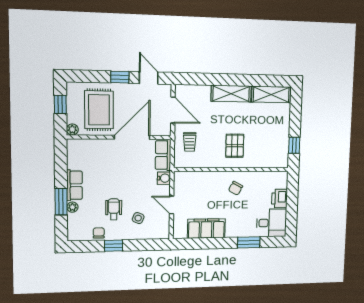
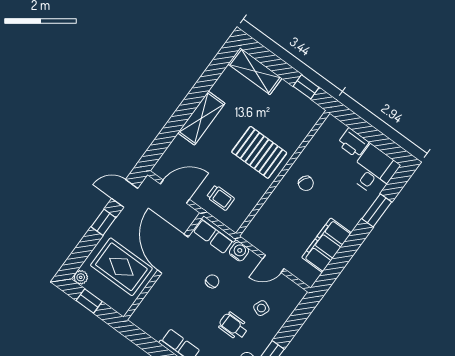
shelving: (271, 95) -> (255, 71), moved, turned 90
plant: (72, 129) -> (81, 277), moved
pallet: (235, 146) -> (259, 152), width x1.50, depth x1.42
chair: (133, 175) -> (212, 281), added

